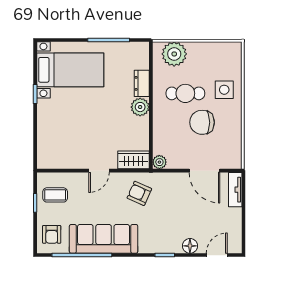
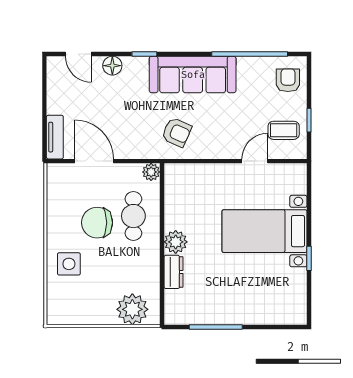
bed with nightstands: (70, 70) -> (264, 231), moved
cafe table: (185, 93) -> (133, 216), moved, turned 90
chair: (202, 122) -> (97, 223), turned 180
wardrobe: (134, 160) -> (184, 175), removed
door: (99, 171) -> (255, 161), moved
sofa: (104, 239) -> (193, 75), moved
door: (217, 255) -> (78, 54), hinge flipped

